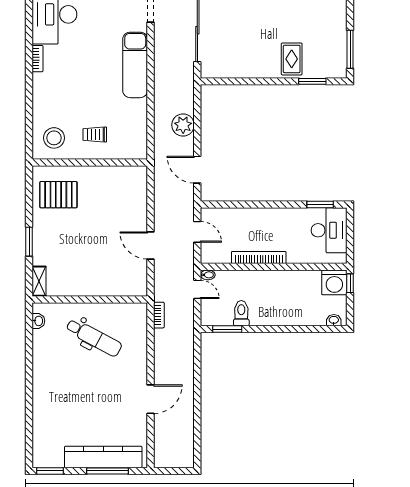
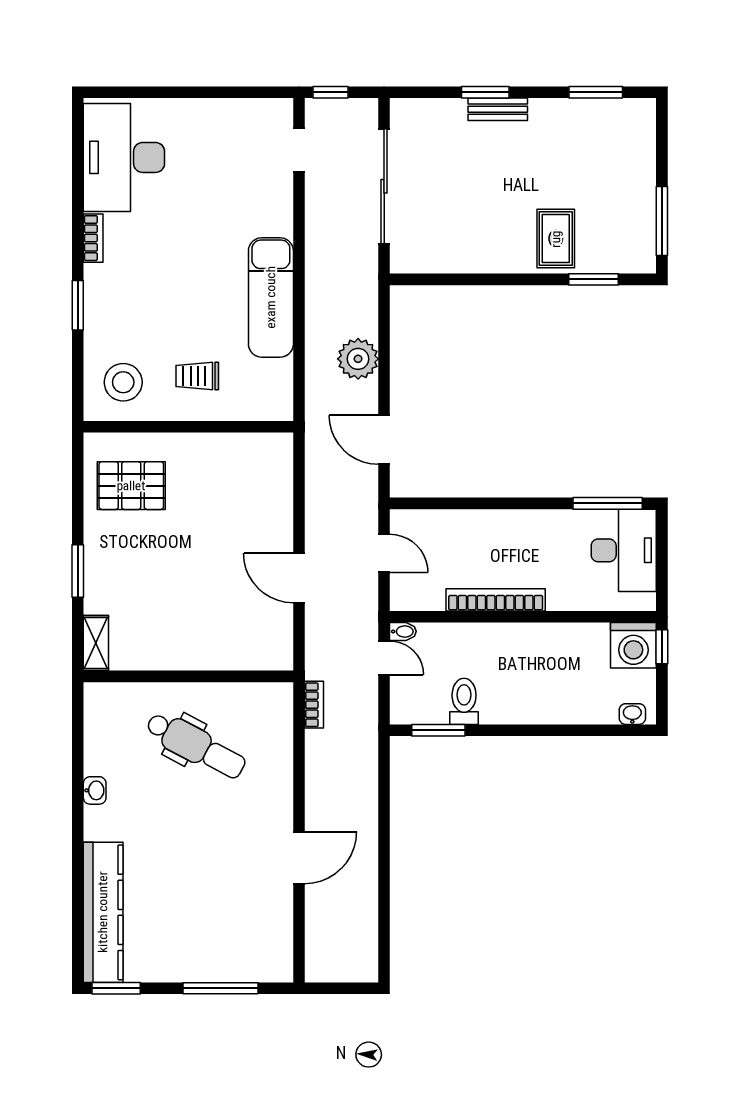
exam couch: (135, 65) -> (271, 297), moved
window: (29, 96) -> (78, 305), added
window: (320, 204) -> (608, 503), width x1.44
washbasin: (38, 321) -> (95, 790), moved
kitchen counter: (103, 457) -> (103, 912), moved, turned 90

